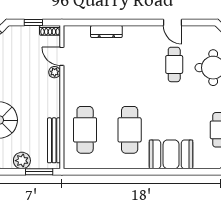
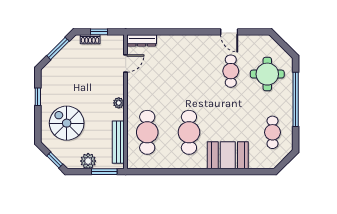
shoe rack: (50, 30) -> (90, 39), moved
dresser: (106, 32) -> (142, 40), moved
door: (62, 56) -> (126, 63), swing flipped
plant: (55, 72) -> (119, 103), moved

